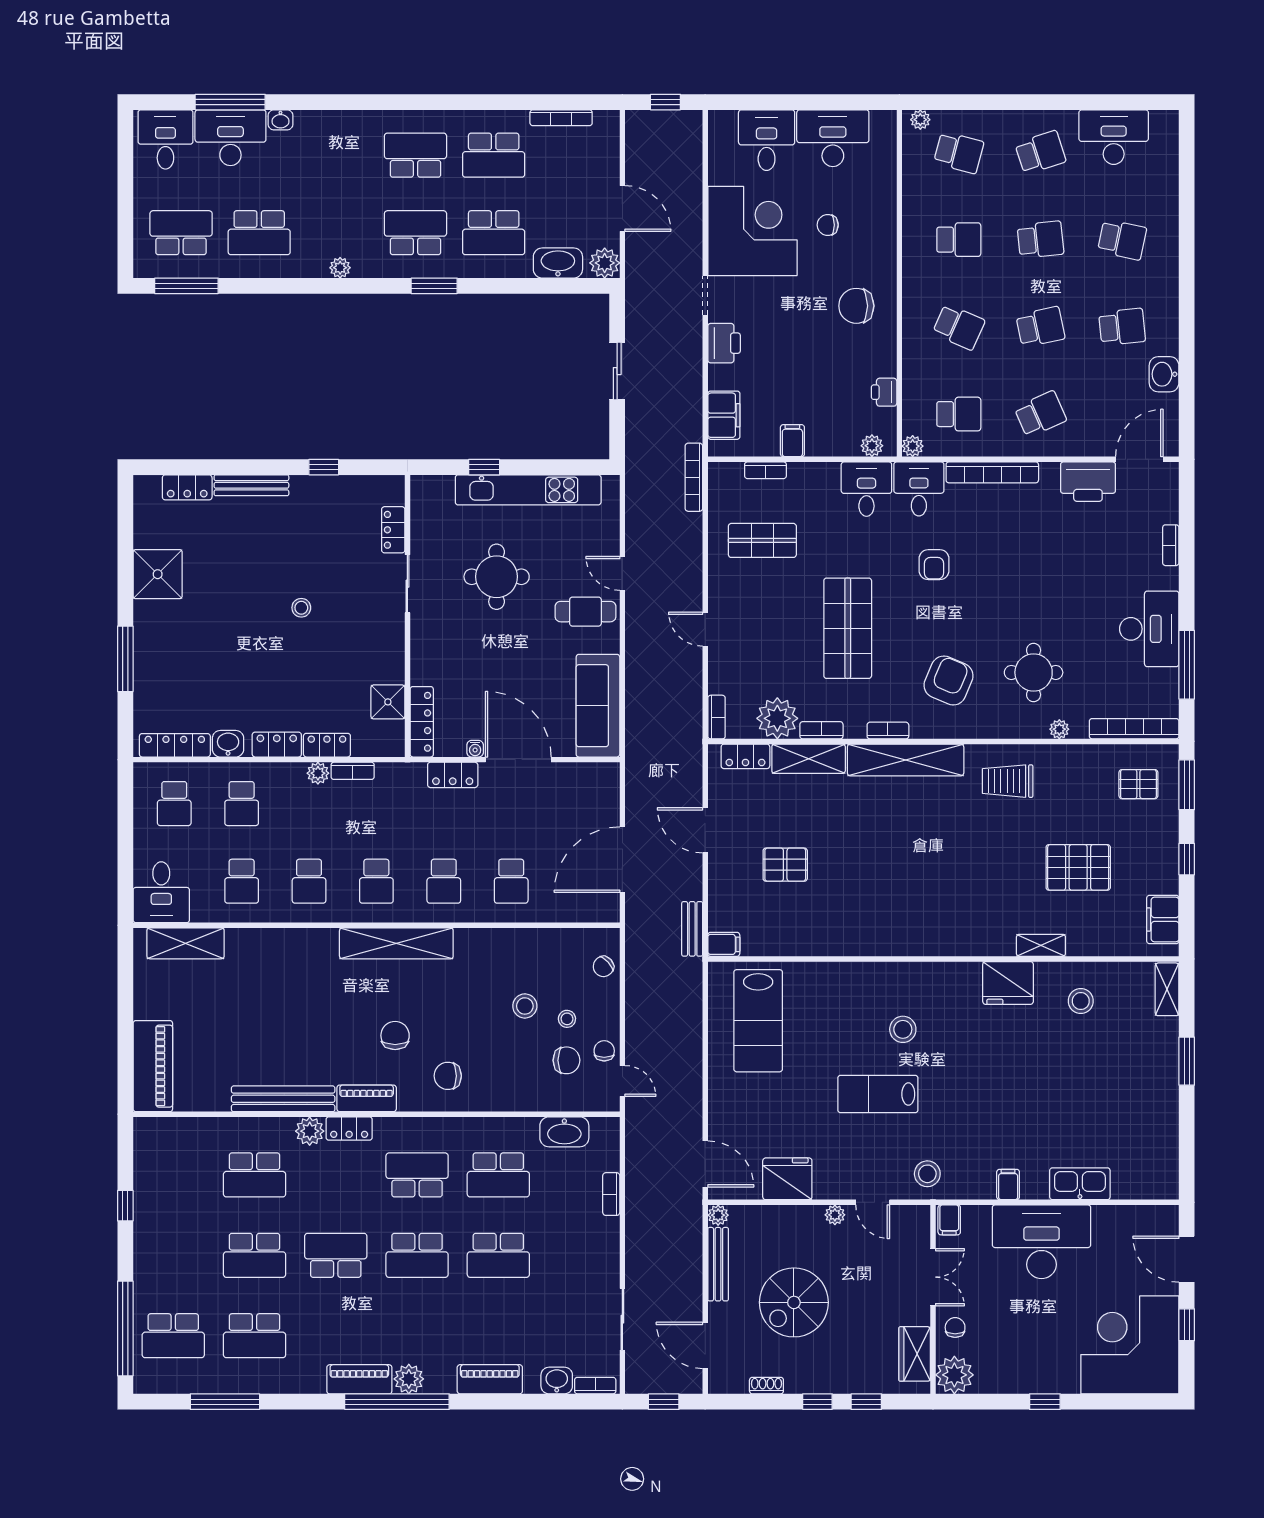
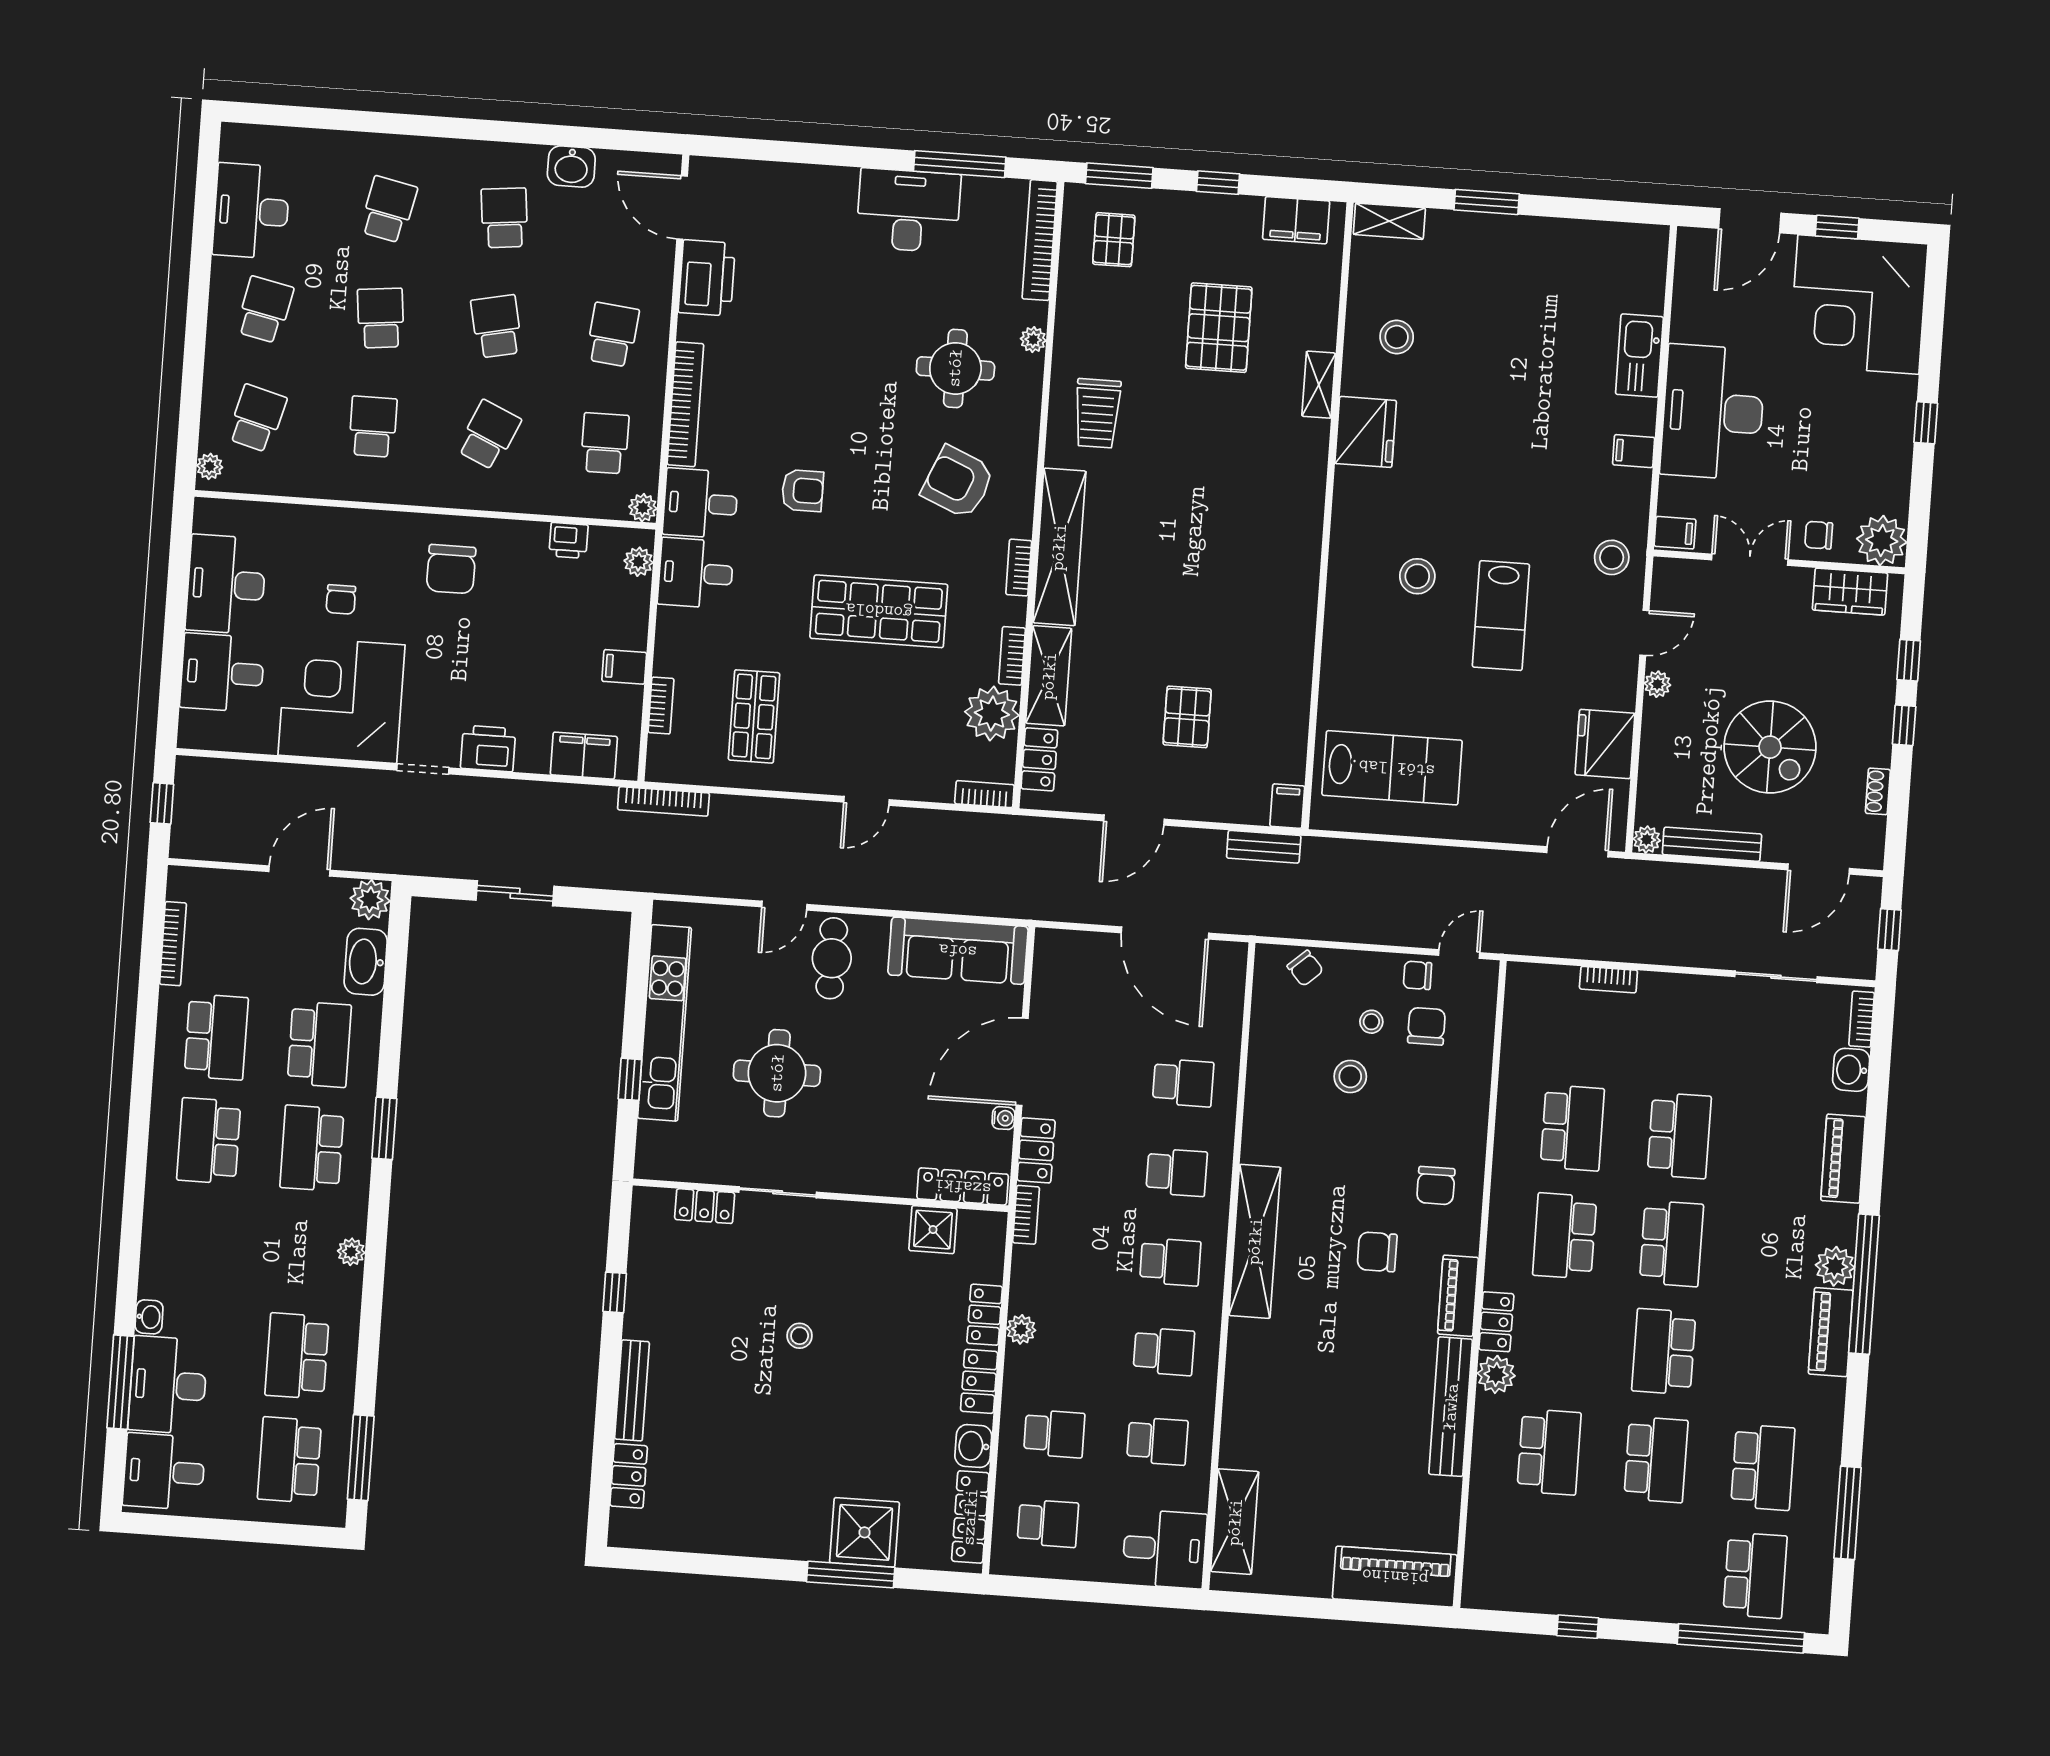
school desk: (1040, 152) -> (265, 310), turned 30
school desk: (259, 233) -> (297, 1356), turned 180
school desk: (1040, 414) -> (613, 335), turned 30
bookcase: (1171, 545) -> (799, 174), removed
shower: (158, 574) -> (865, 1532), moved
bookcase: (353, 771) -> (1026, 1215), moved
washbasin: (564, 1132) -> (1521, 1036), removed

